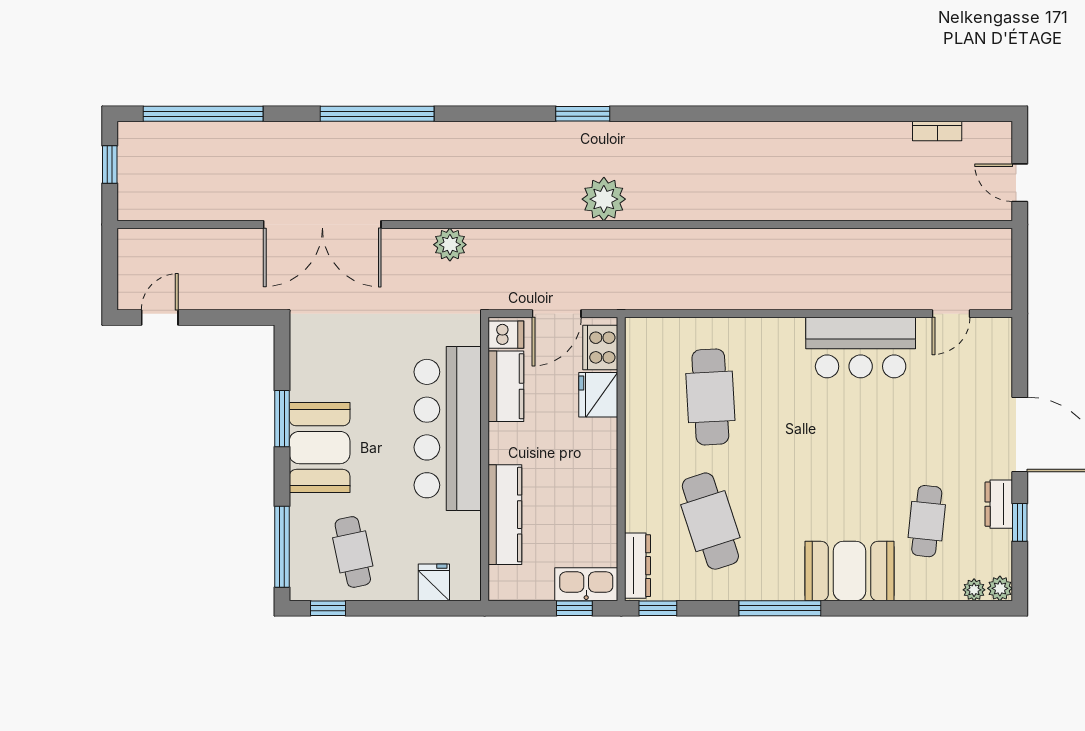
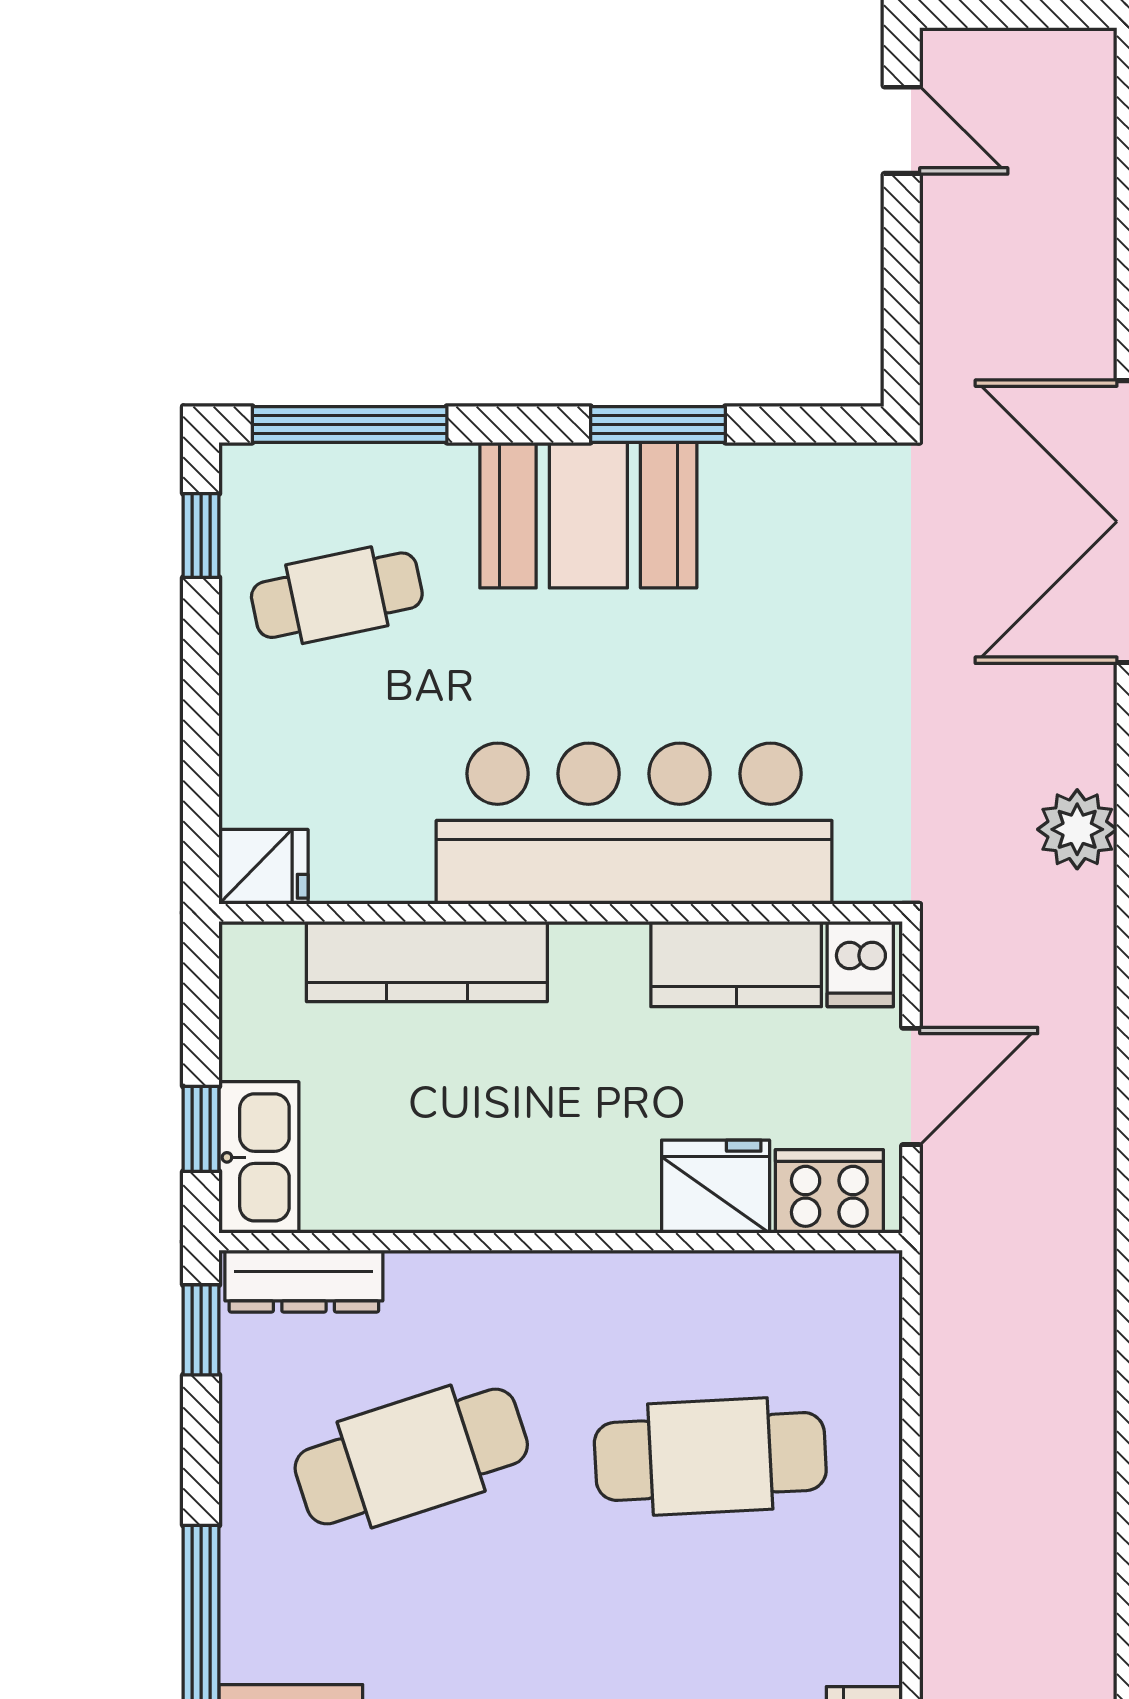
door: (557, 314) -> (911, 1086), swing flipped
fridge: (434, 582) -> (264, 867), moved

